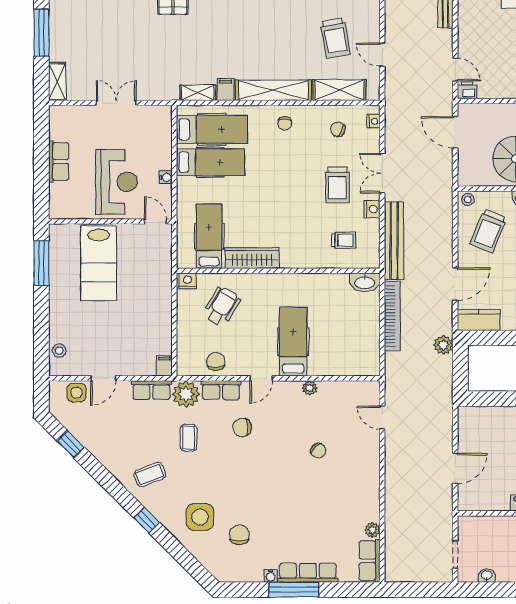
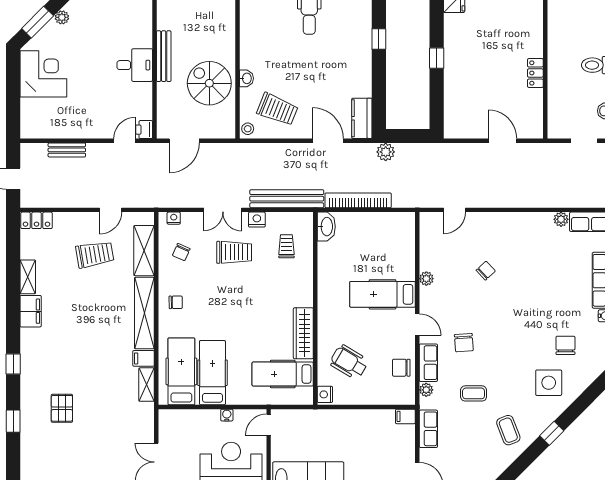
plant: (186, 394) -> (426, 390), width x0.53, depth x0.53
chair: (239, 535) -> (565, 345), turned 90

